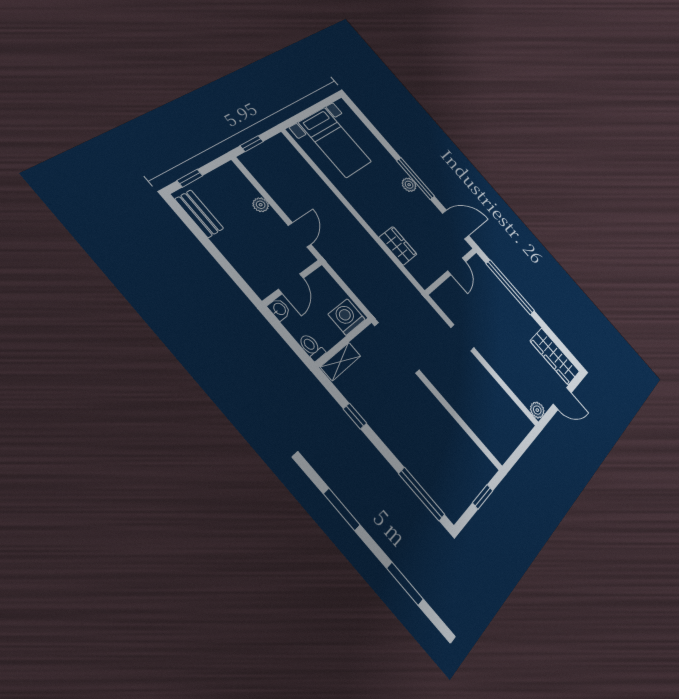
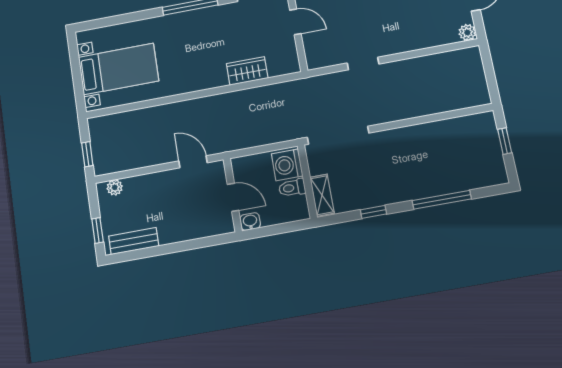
plant: (409, 185) -> (193, 18), removed
plant: (261, 205) -> (115, 187), moved
toilet: (312, 347) -> (292, 188), moved
window: (422, 494) -> (442, 200), moved

